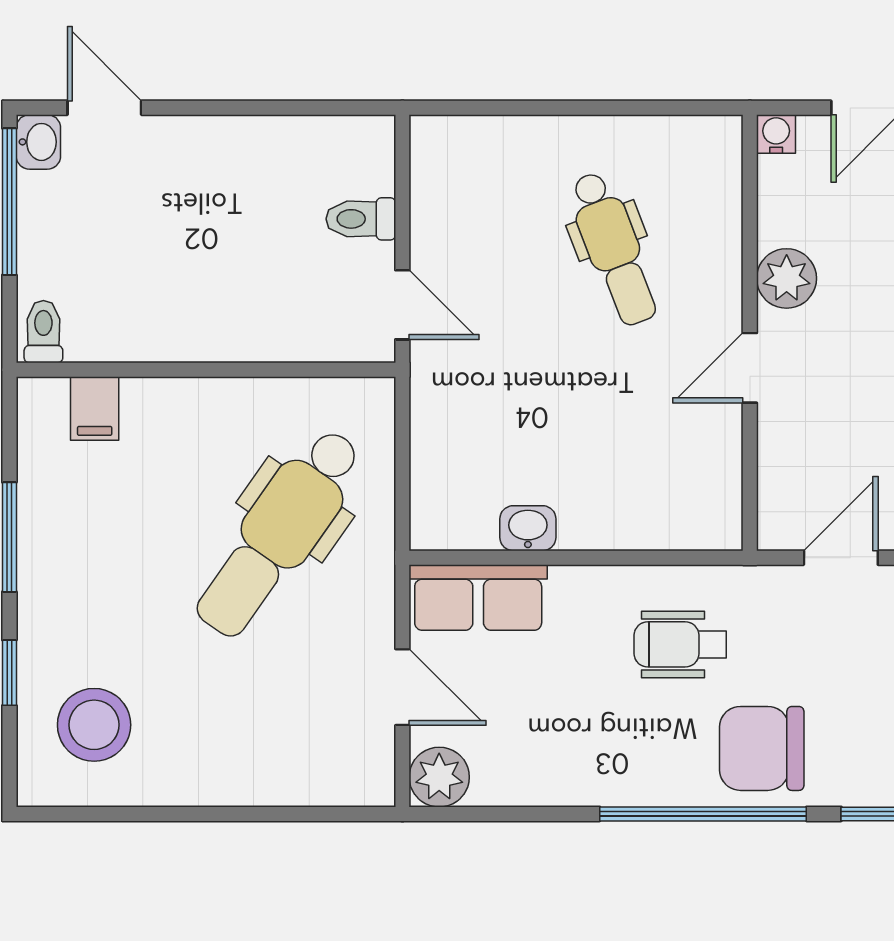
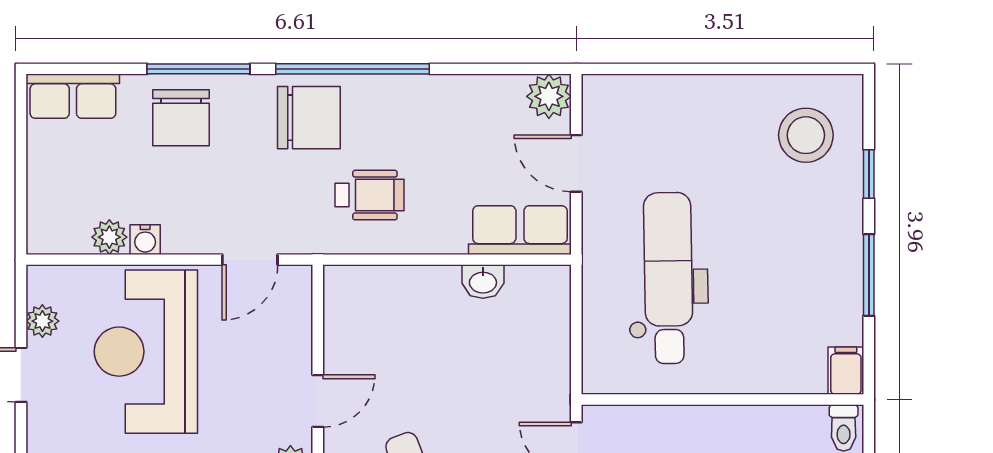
filing cabinet: (95, 409) -> (846, 371), moved
dental chair: (279, 533) -> (668, 278), turned -36

